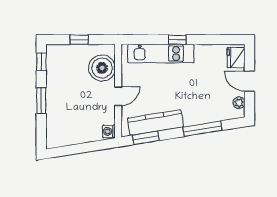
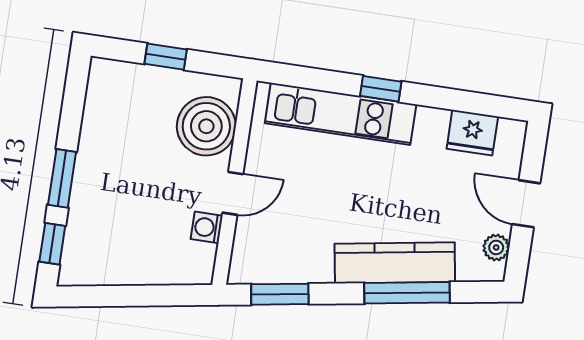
fridge: (236, 58) -> (472, 133), moved, turned -90
window: (41, 62) -> (52, 244), moved
kitchen counter: (155, 123) -> (395, 263), moved
washing machine: (109, 131) -> (207, 227), moved

